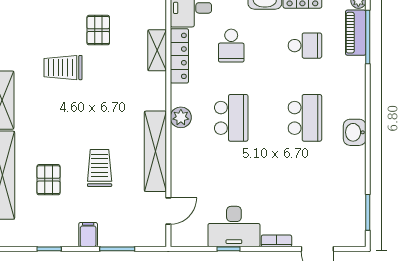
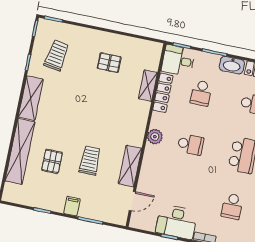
pallet: (98, 30) -> (109, 63), turned 90
trolley: (63, 68) -> (57, 55), moved, turned 99
school desk: (231, 118) -> (191, 144), width x0.54
shelving: (155, 151) -> (130, 166), width x0.68
school desk: (305, 190) -> (232, 206), added

